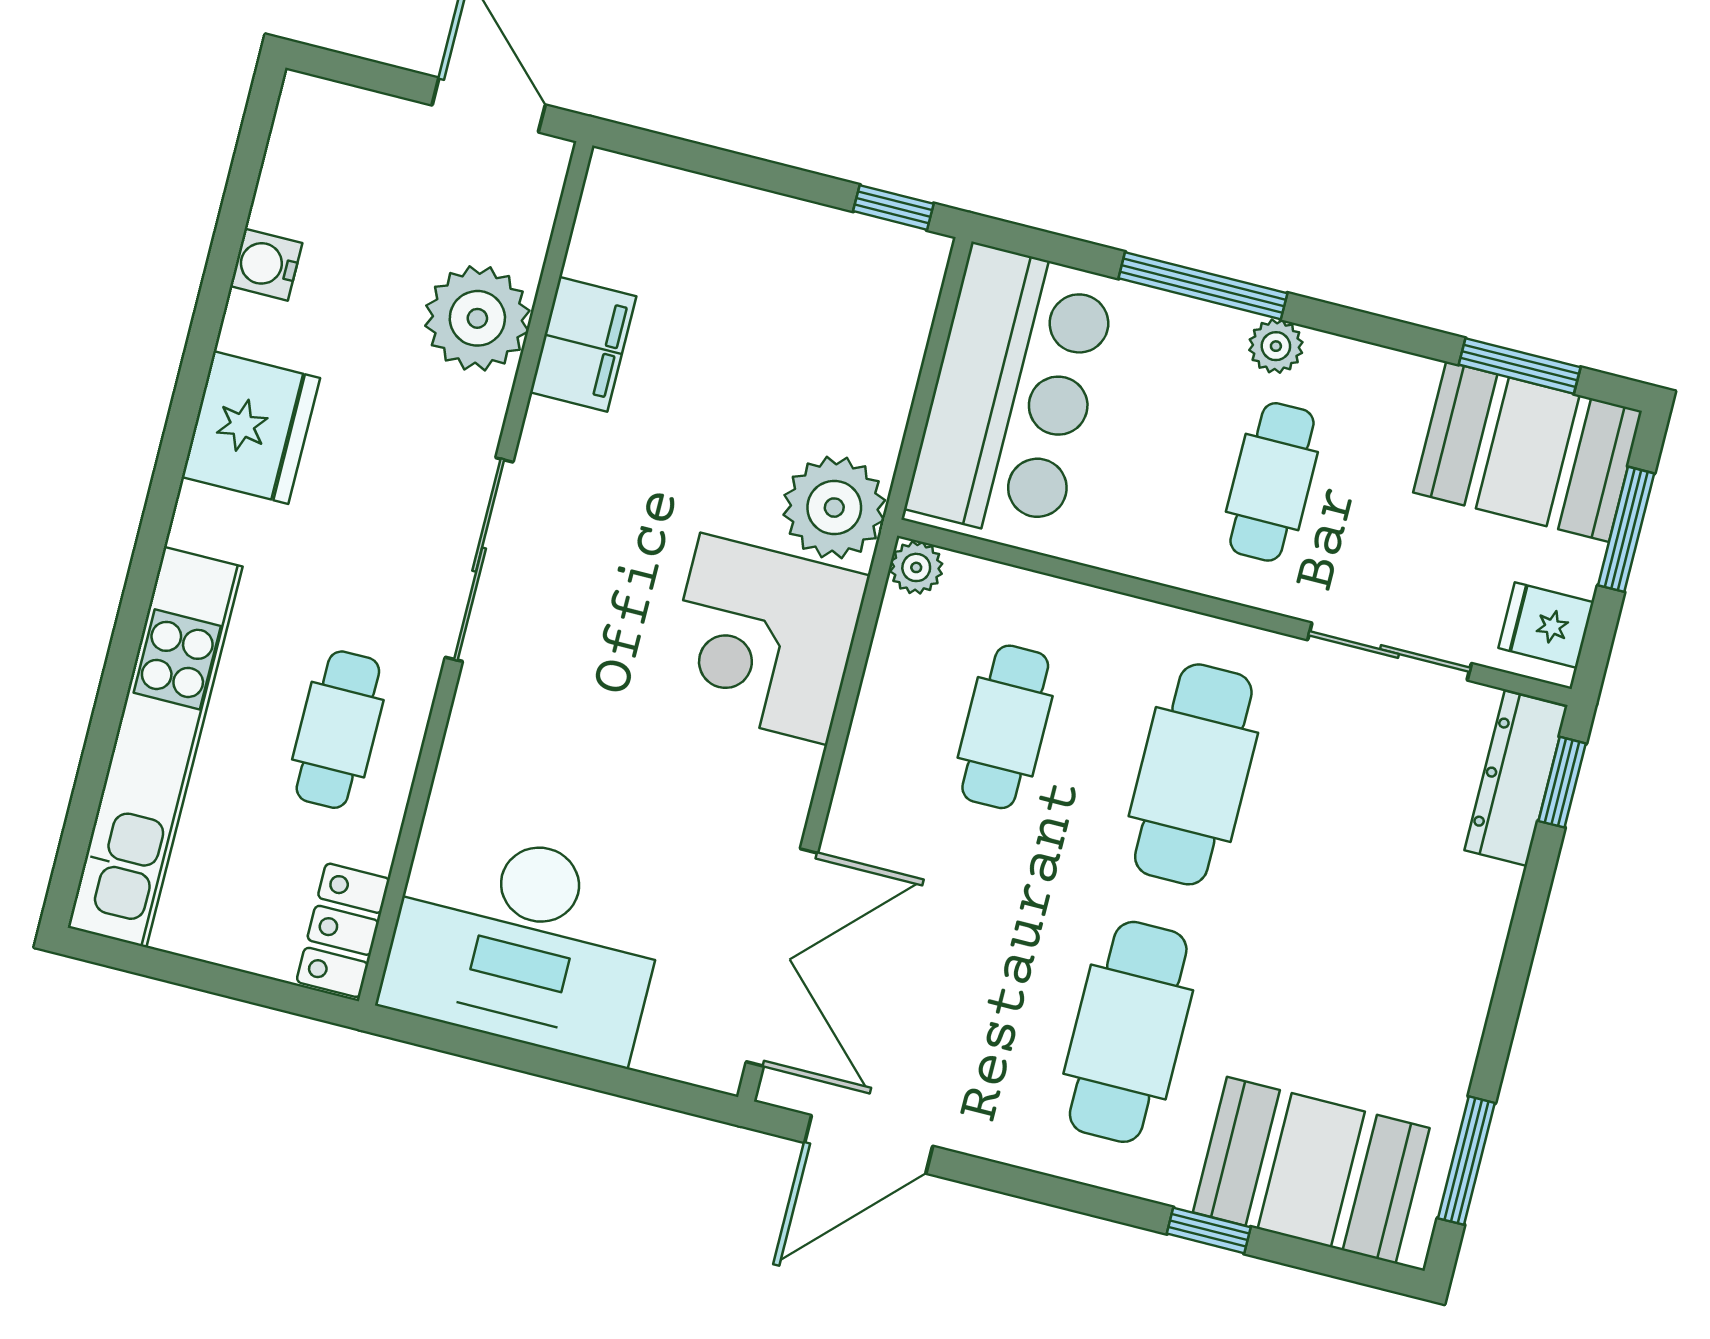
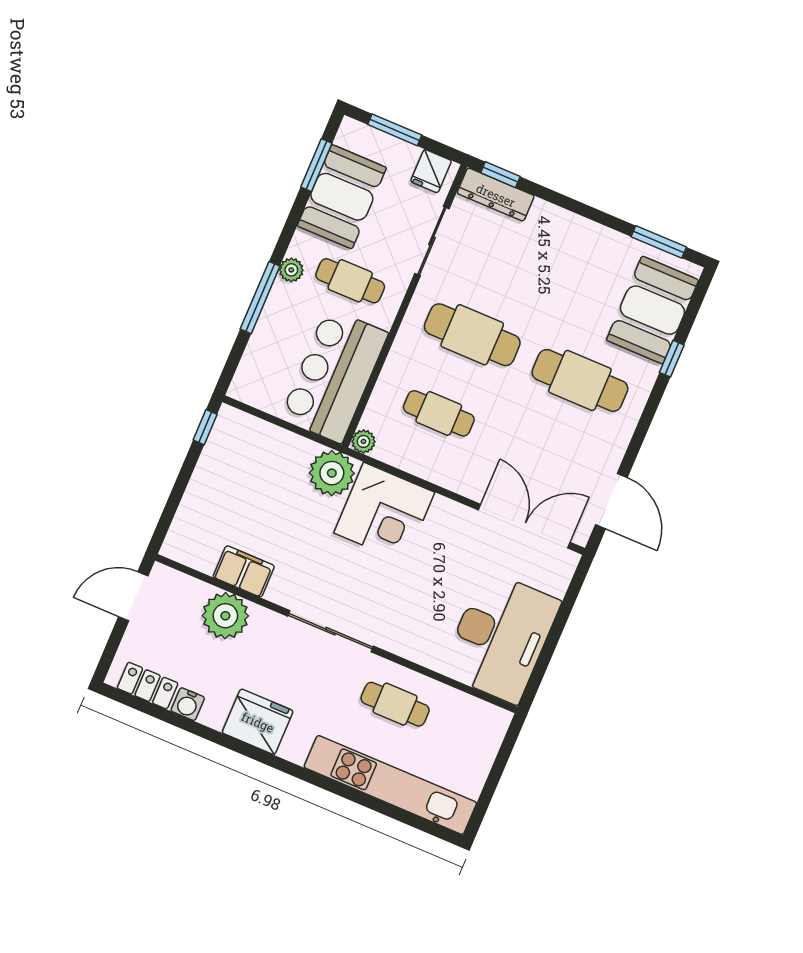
bar counter: (1012, 394) -> (334, 376), moved, turned -90
booth: (1528, 452) -> (342, 197), moved
locker: (343, 930) -> (148, 686), moved, turned 180

